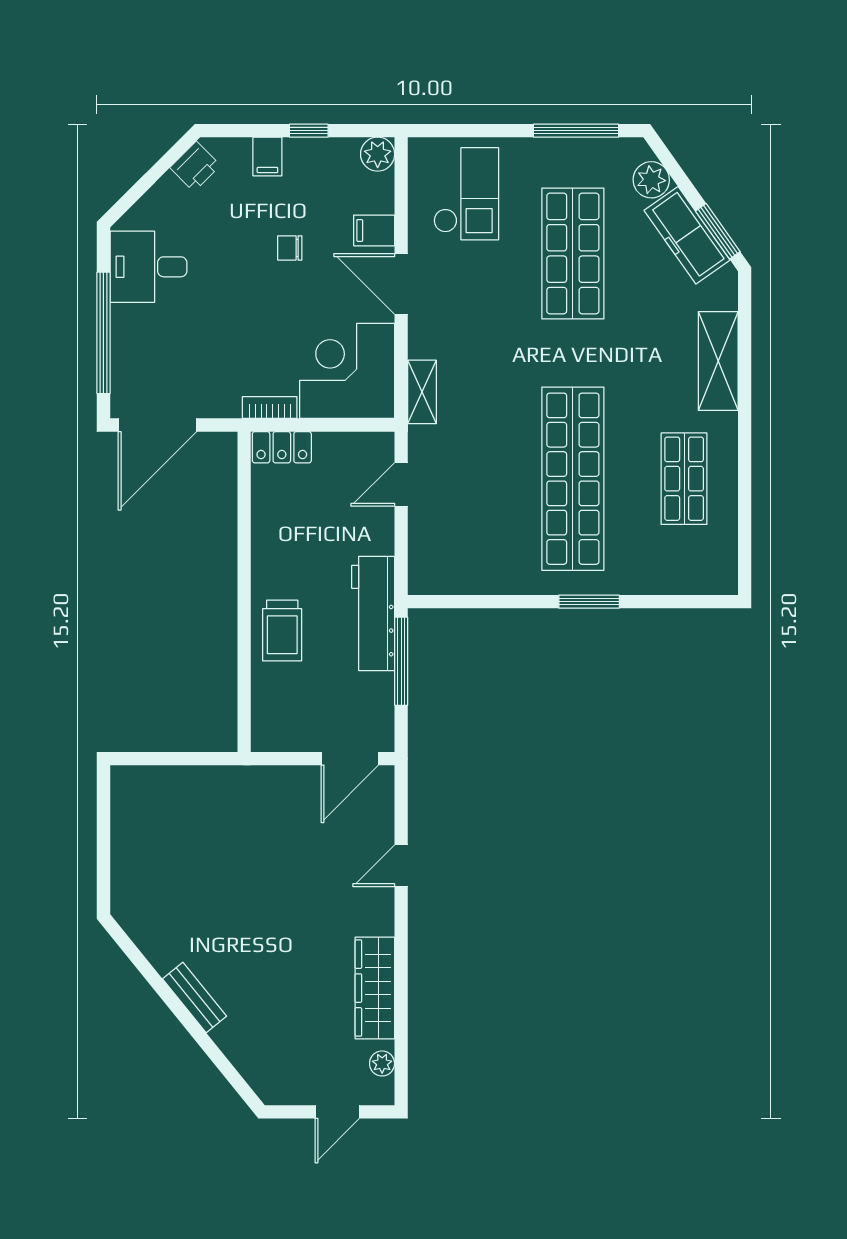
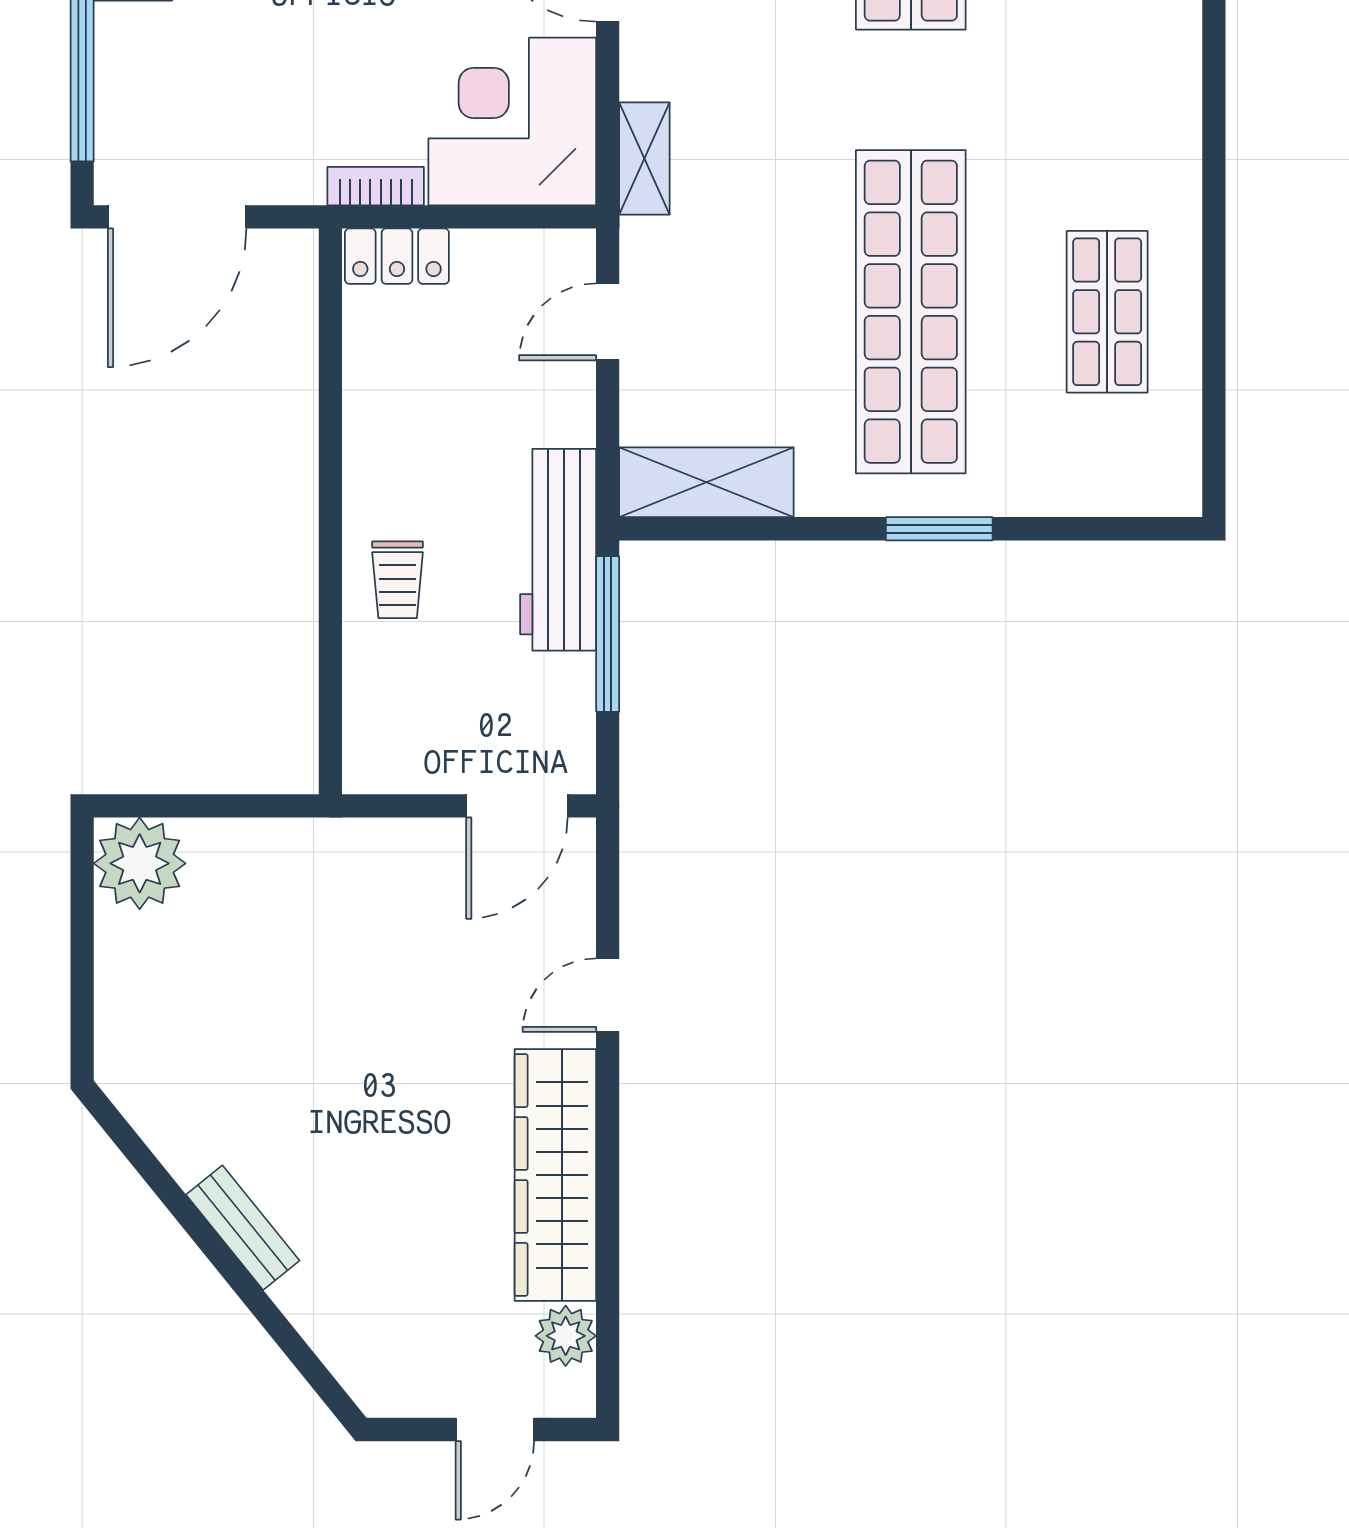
shelving: (718, 361) -> (706, 482), moved, turned 90
trolley: (282, 631) -> (398, 580), width x0.73, depth x0.72
plant: (136, 791) -> (140, 863), added
wardrobe: (375, 988) -> (555, 1175), width x1.40, depth x1.17
plant: (382, 1063) -> (566, 1336), width x1.38, depth x1.38

